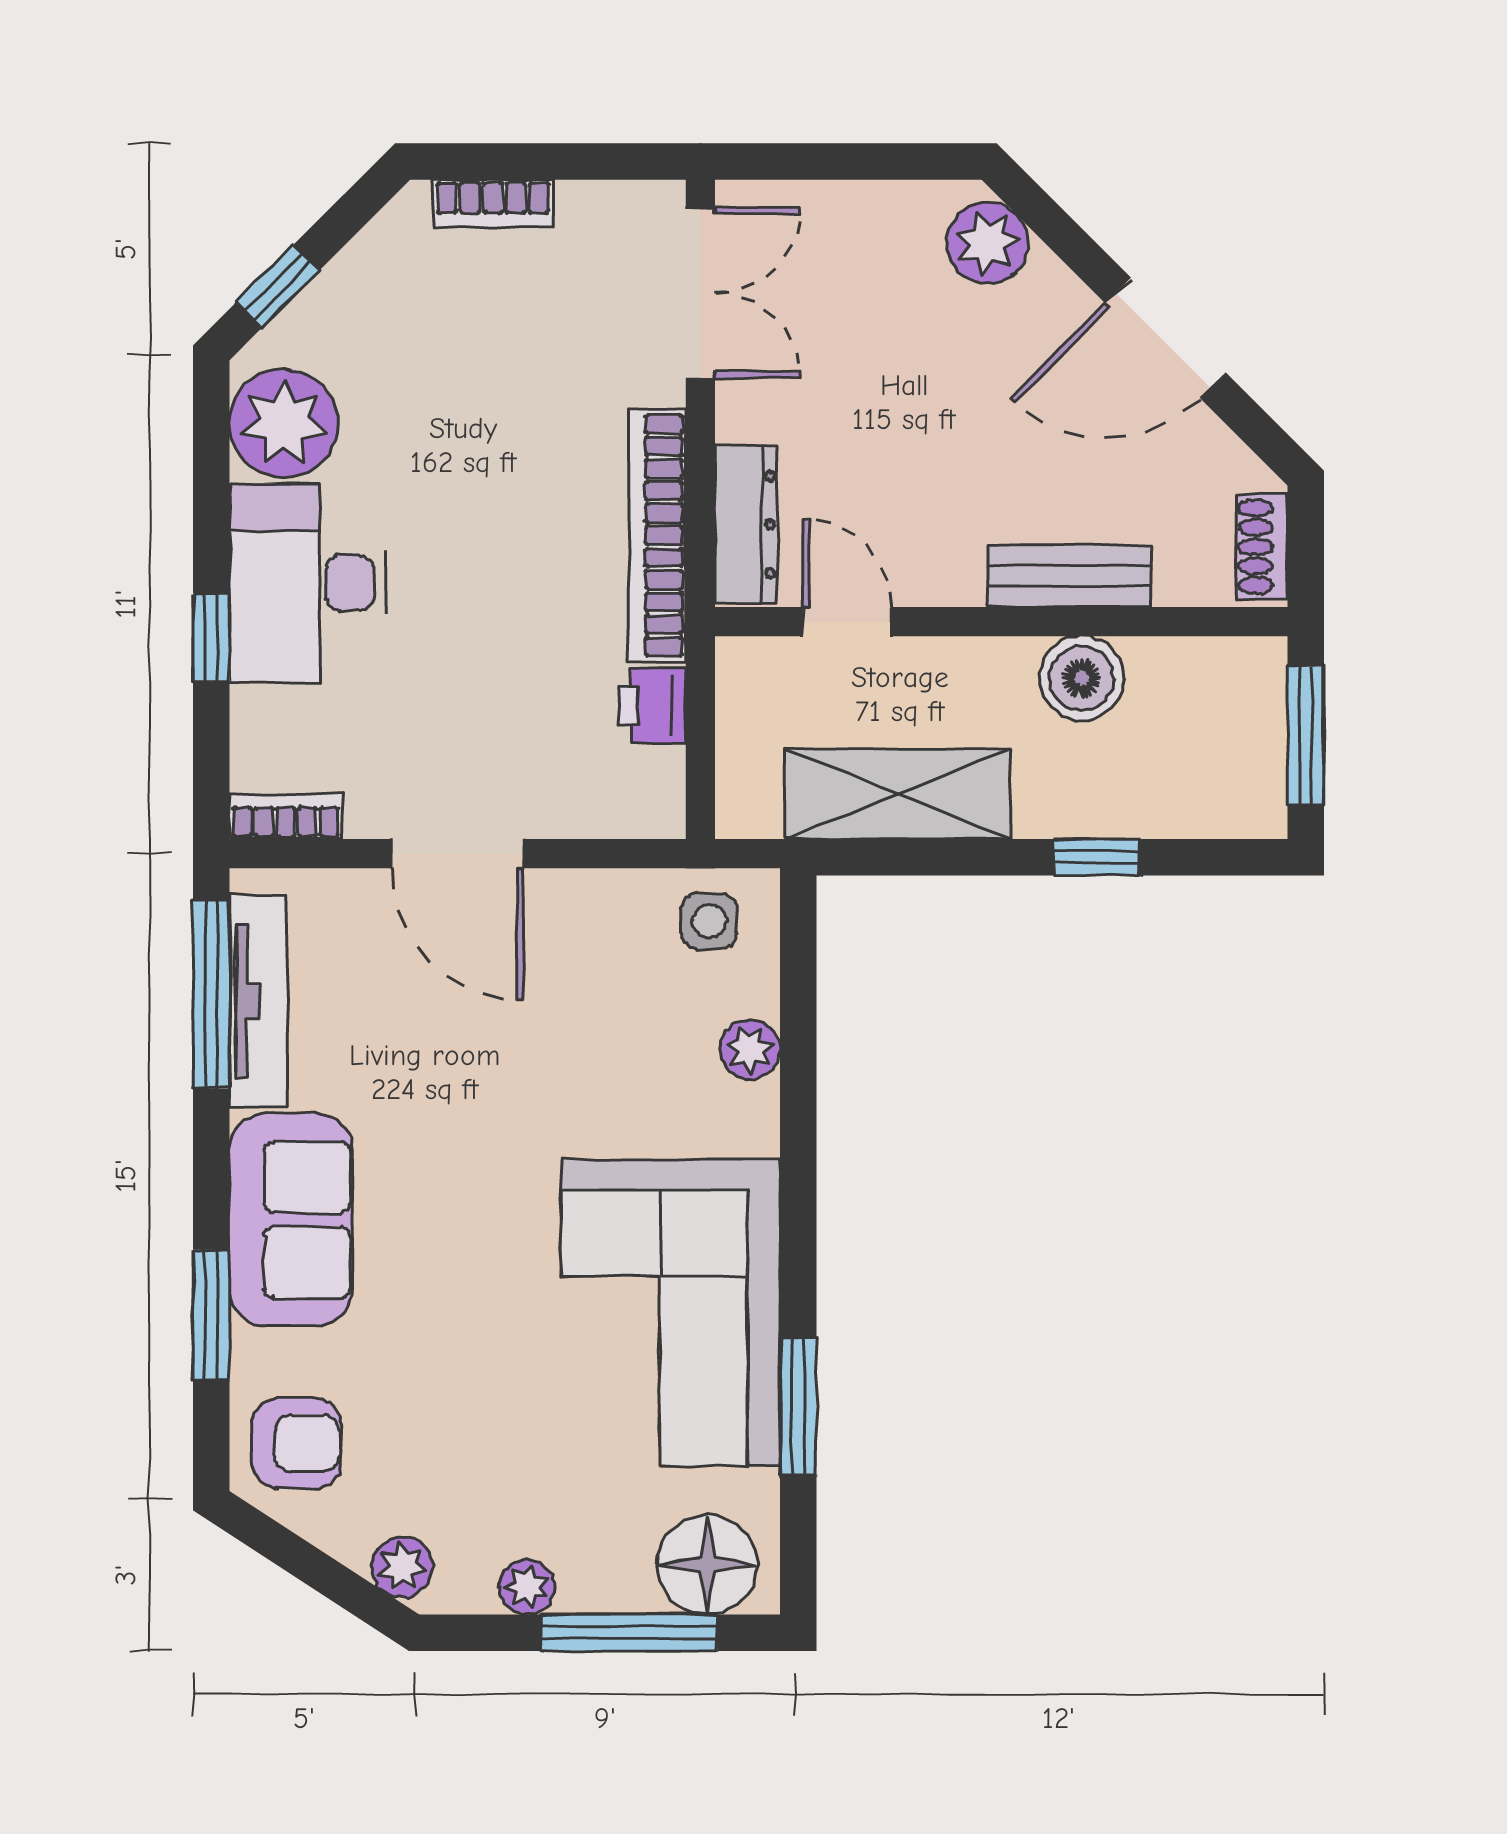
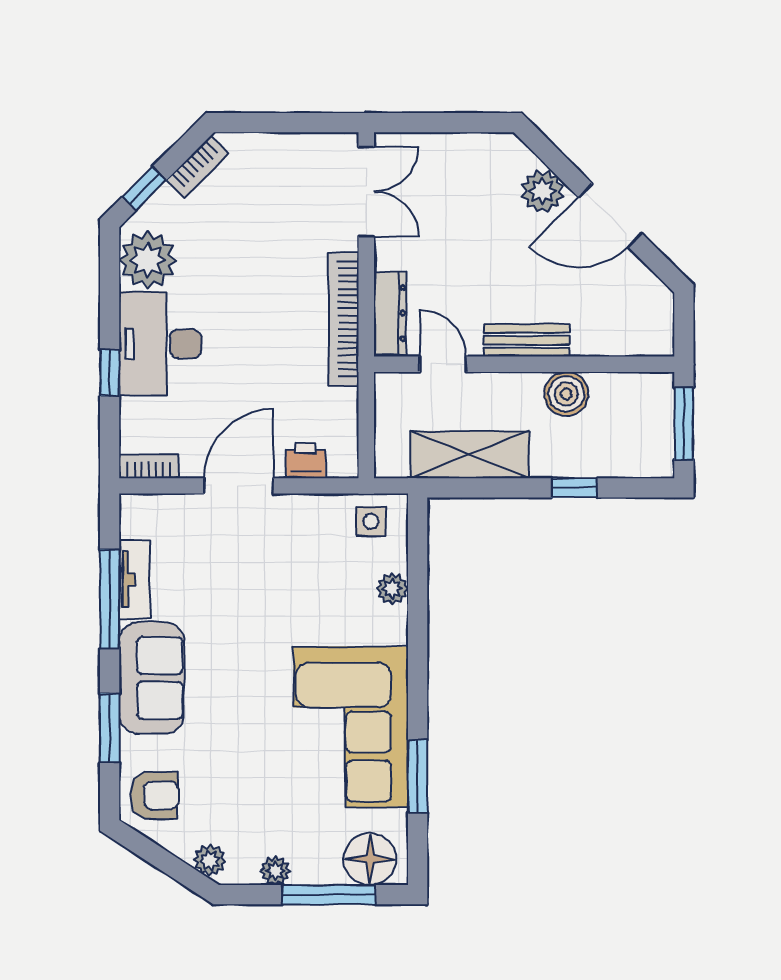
bookcase: (493, 204) -> (197, 166), moved, turned -45
plant: (988, 243) -> (543, 191), moved
shoe rack: (1262, 547) -> (661, 325), removed
bench: (1069, 576) -> (527, 340), moved
printer: (652, 706) -> (306, 460), moved, turned 90
door: (457, 854) -> (239, 486), swing flipped
window: (211, 994) -> (110, 599), moved
tv unit: (258, 1001) -> (134, 579), width x0.71

